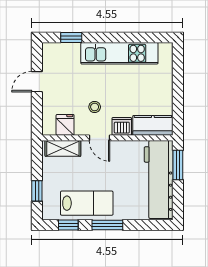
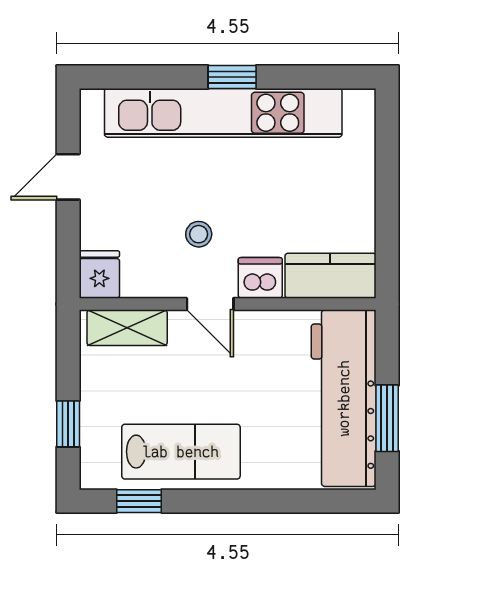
window: (71, 37) -> (232, 77), moved
kitchen unit: (119, 53) -> (223, 113), width x1.36
fridge: (65, 125) -> (99, 275), moved
window: (178, 165) -> (387, 418), moved
window: (107, 225) -> (228, 501), removed

